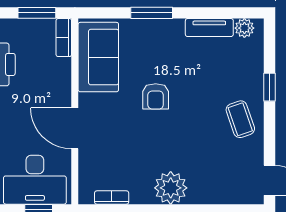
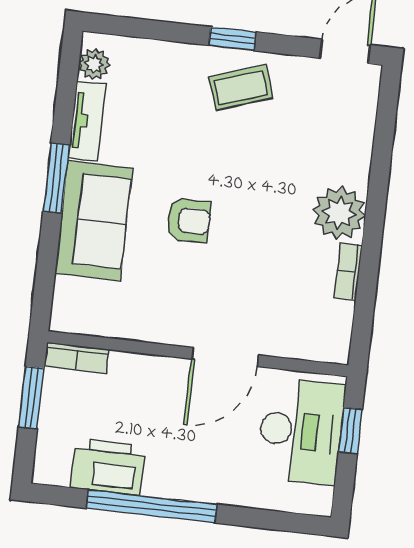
window: (152, 13) -> (56, 178), moved
sofa: (98, 57) -> (94, 221), moved, turned 90
window: (270, 87) -> (232, 39), moved
bookcase: (112, 198) -> (348, 271), moved

